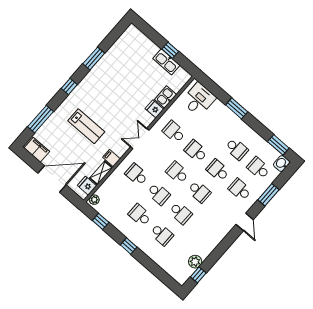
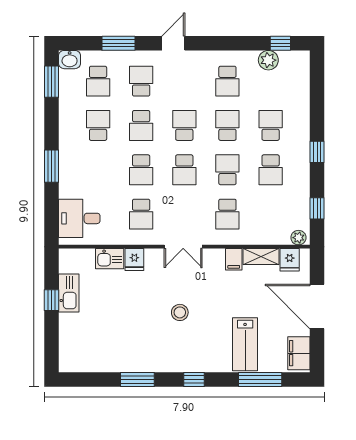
stool: (109, 108) -> (180, 312), added
lab bench: (86, 126) -> (245, 344), moved, turned 180
school desk: (240, 190) -> (141, 81), turned 180
school desk: (202, 232) -> (227, 81), added

